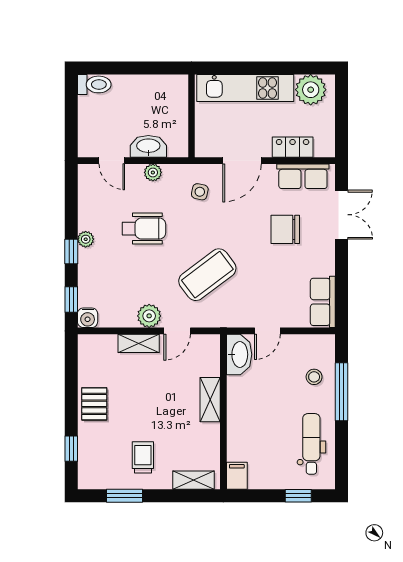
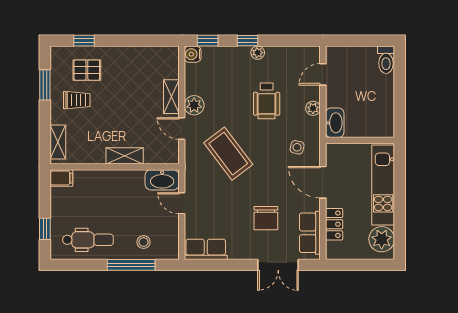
washbasin: (148, 146) -> (335, 123), moved
chair: (285, 229) -> (266, 218), turned 180
pallet: (94, 404) -> (87, 70), moved

